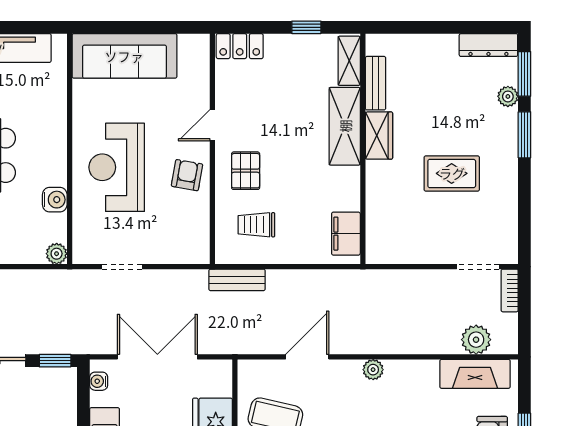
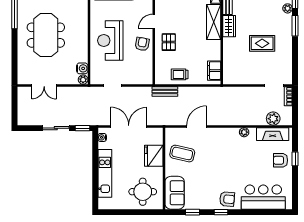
water cooler: (55, 200) -> (82, 68), moved
trolley: (256, 225) -> (180, 74), moved
plant: (373, 370) -> (244, 132), moved

